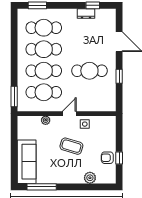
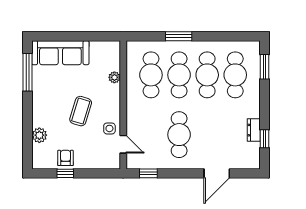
window: (119, 76) -> (148, 173), moved
window: (14, 97) -> (179, 36), moved
door: (69, 114) -> (123, 144), moved

